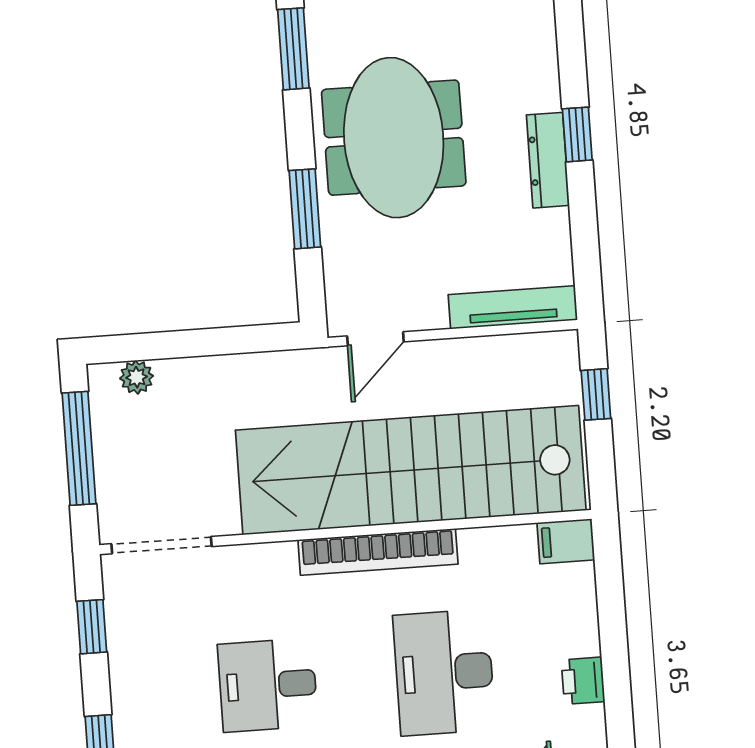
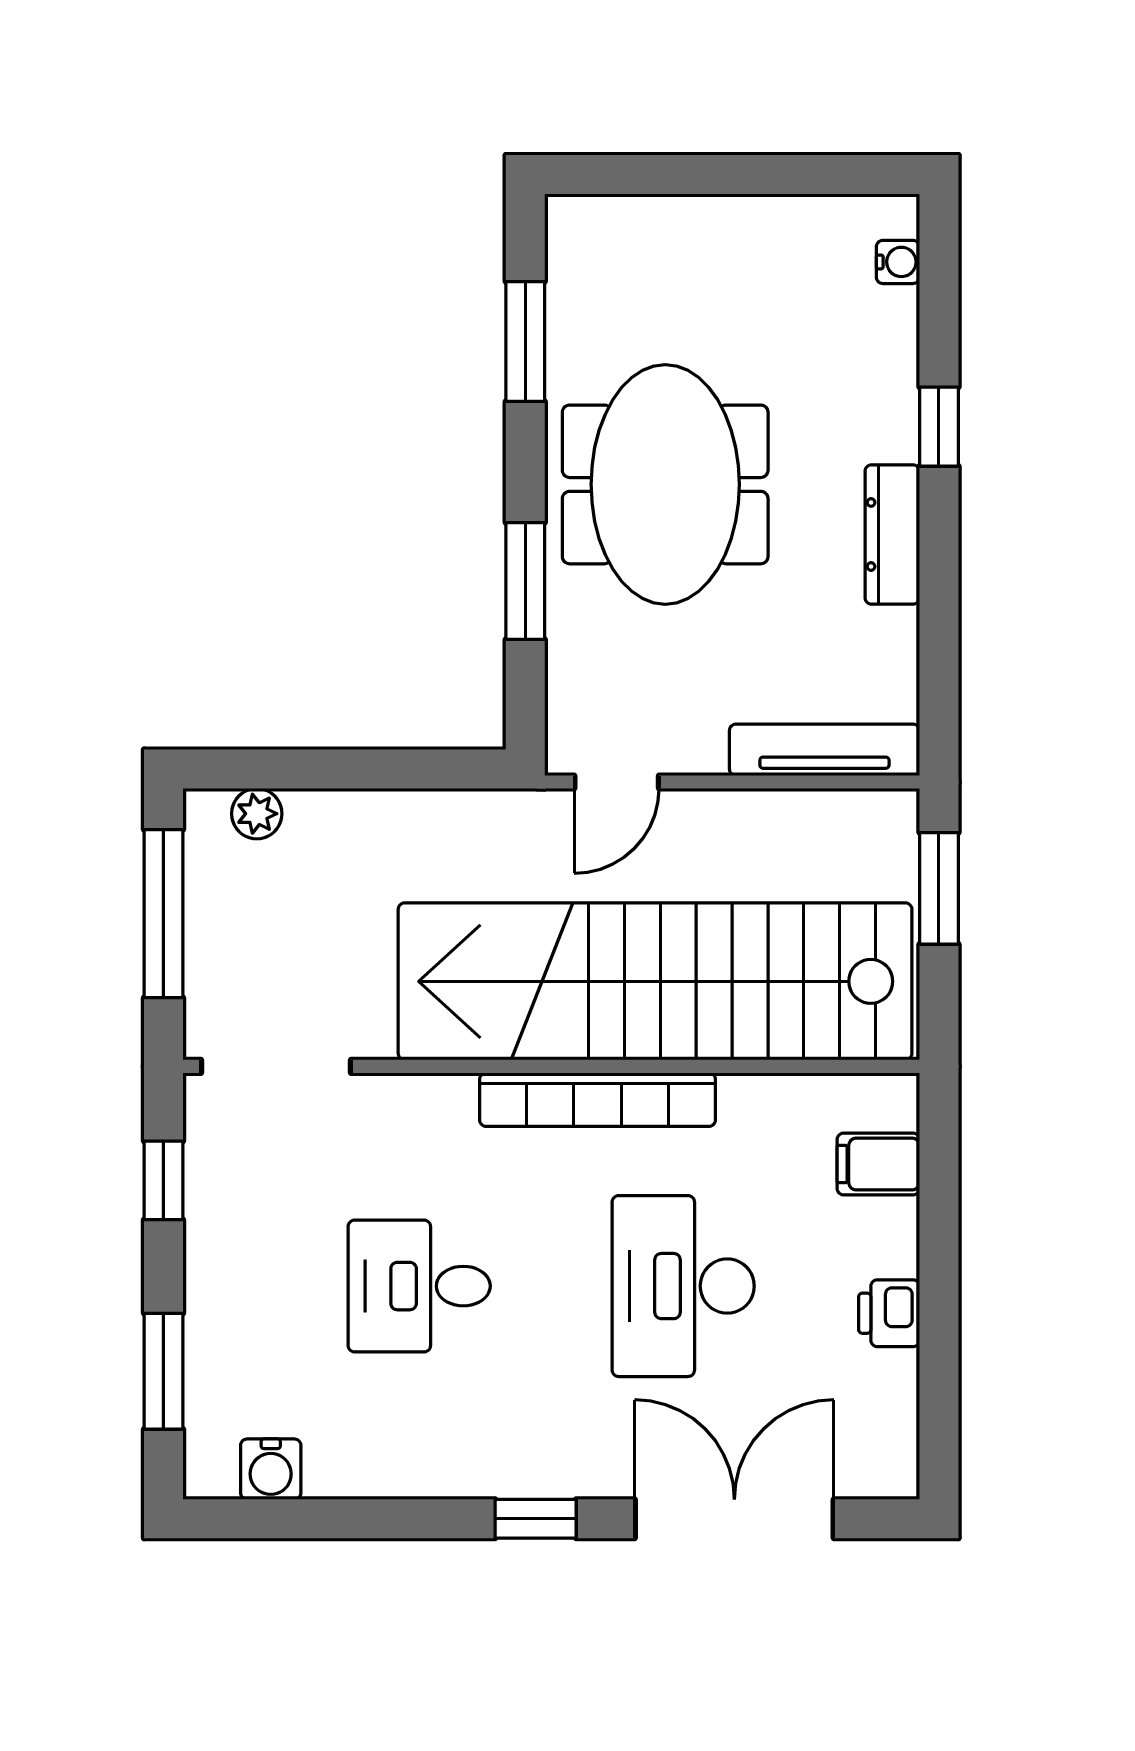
window: (577, 134) -> (939, 427), moved
window: (596, 394) -> (939, 888), width x1.50
filing cabinet: (566, 541) -> (878, 1164), moved

